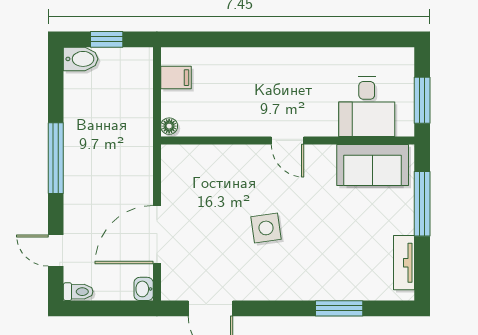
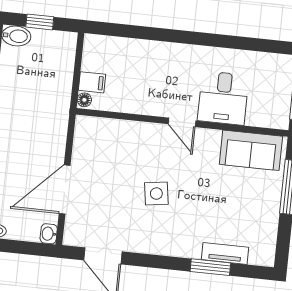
filing cabinet: (176, 78) -> (92, 82), moved
desk: (367, 107) -> (223, 98), moved
tv unit: (404, 263) -> (225, 253), moved, turned 90

